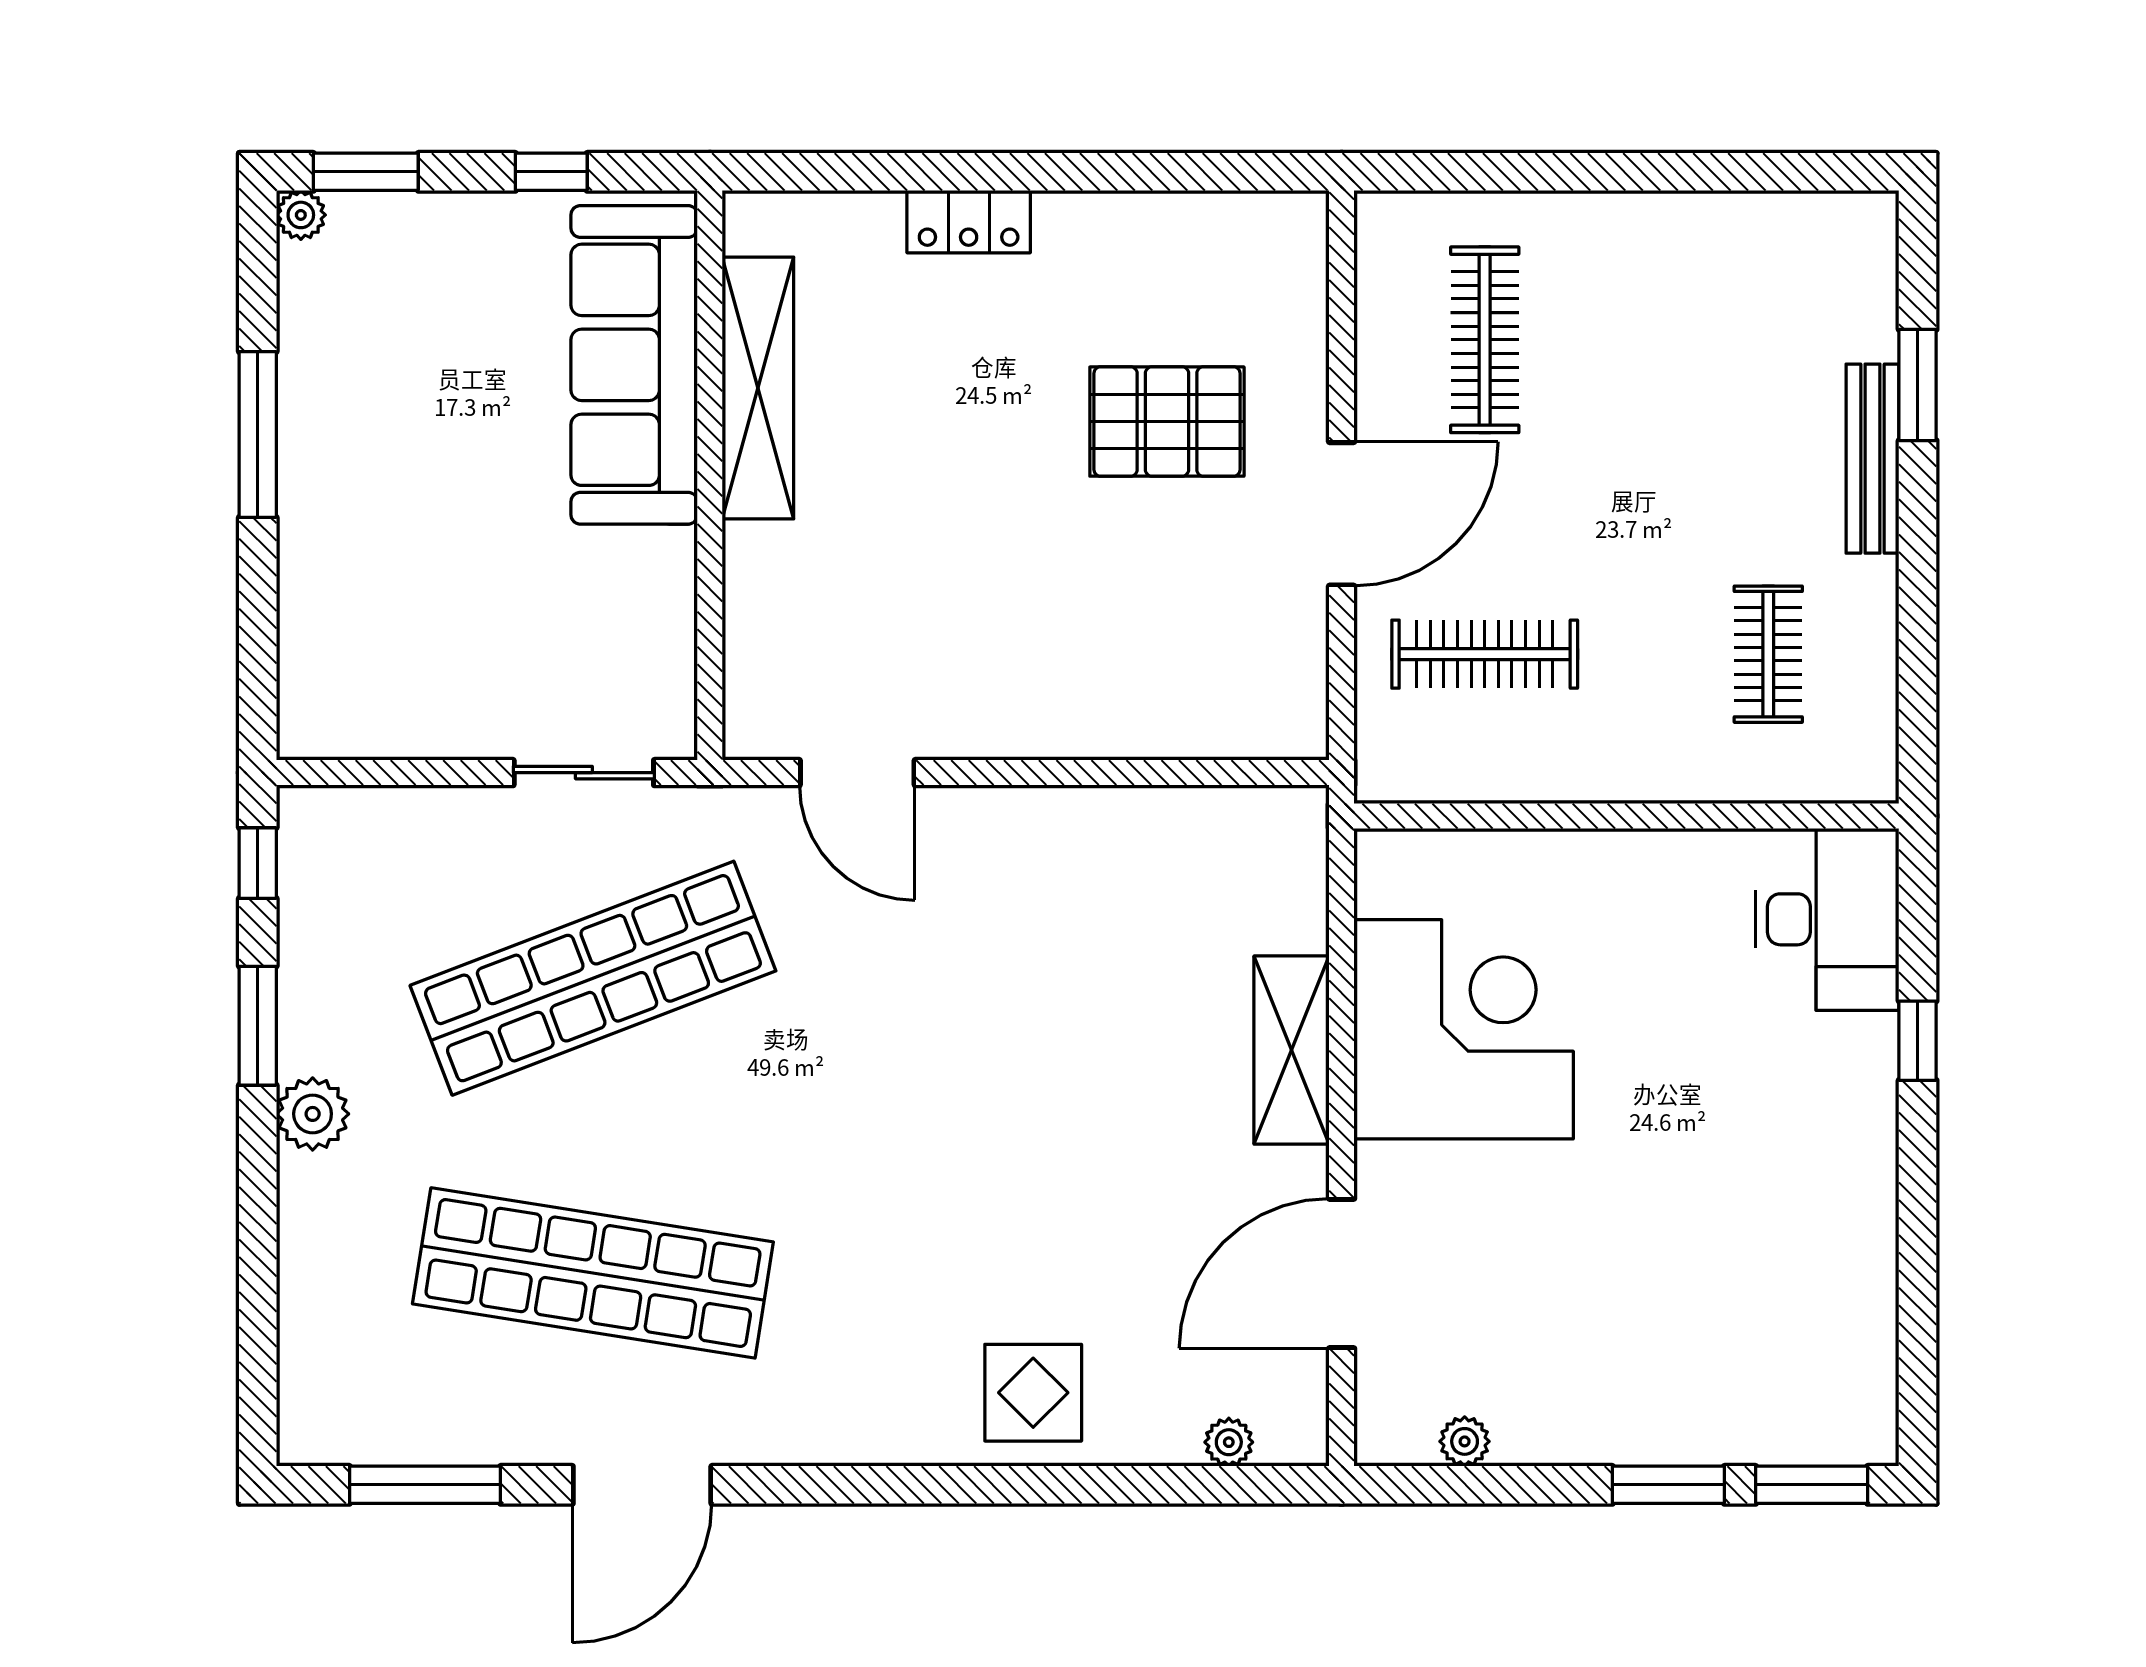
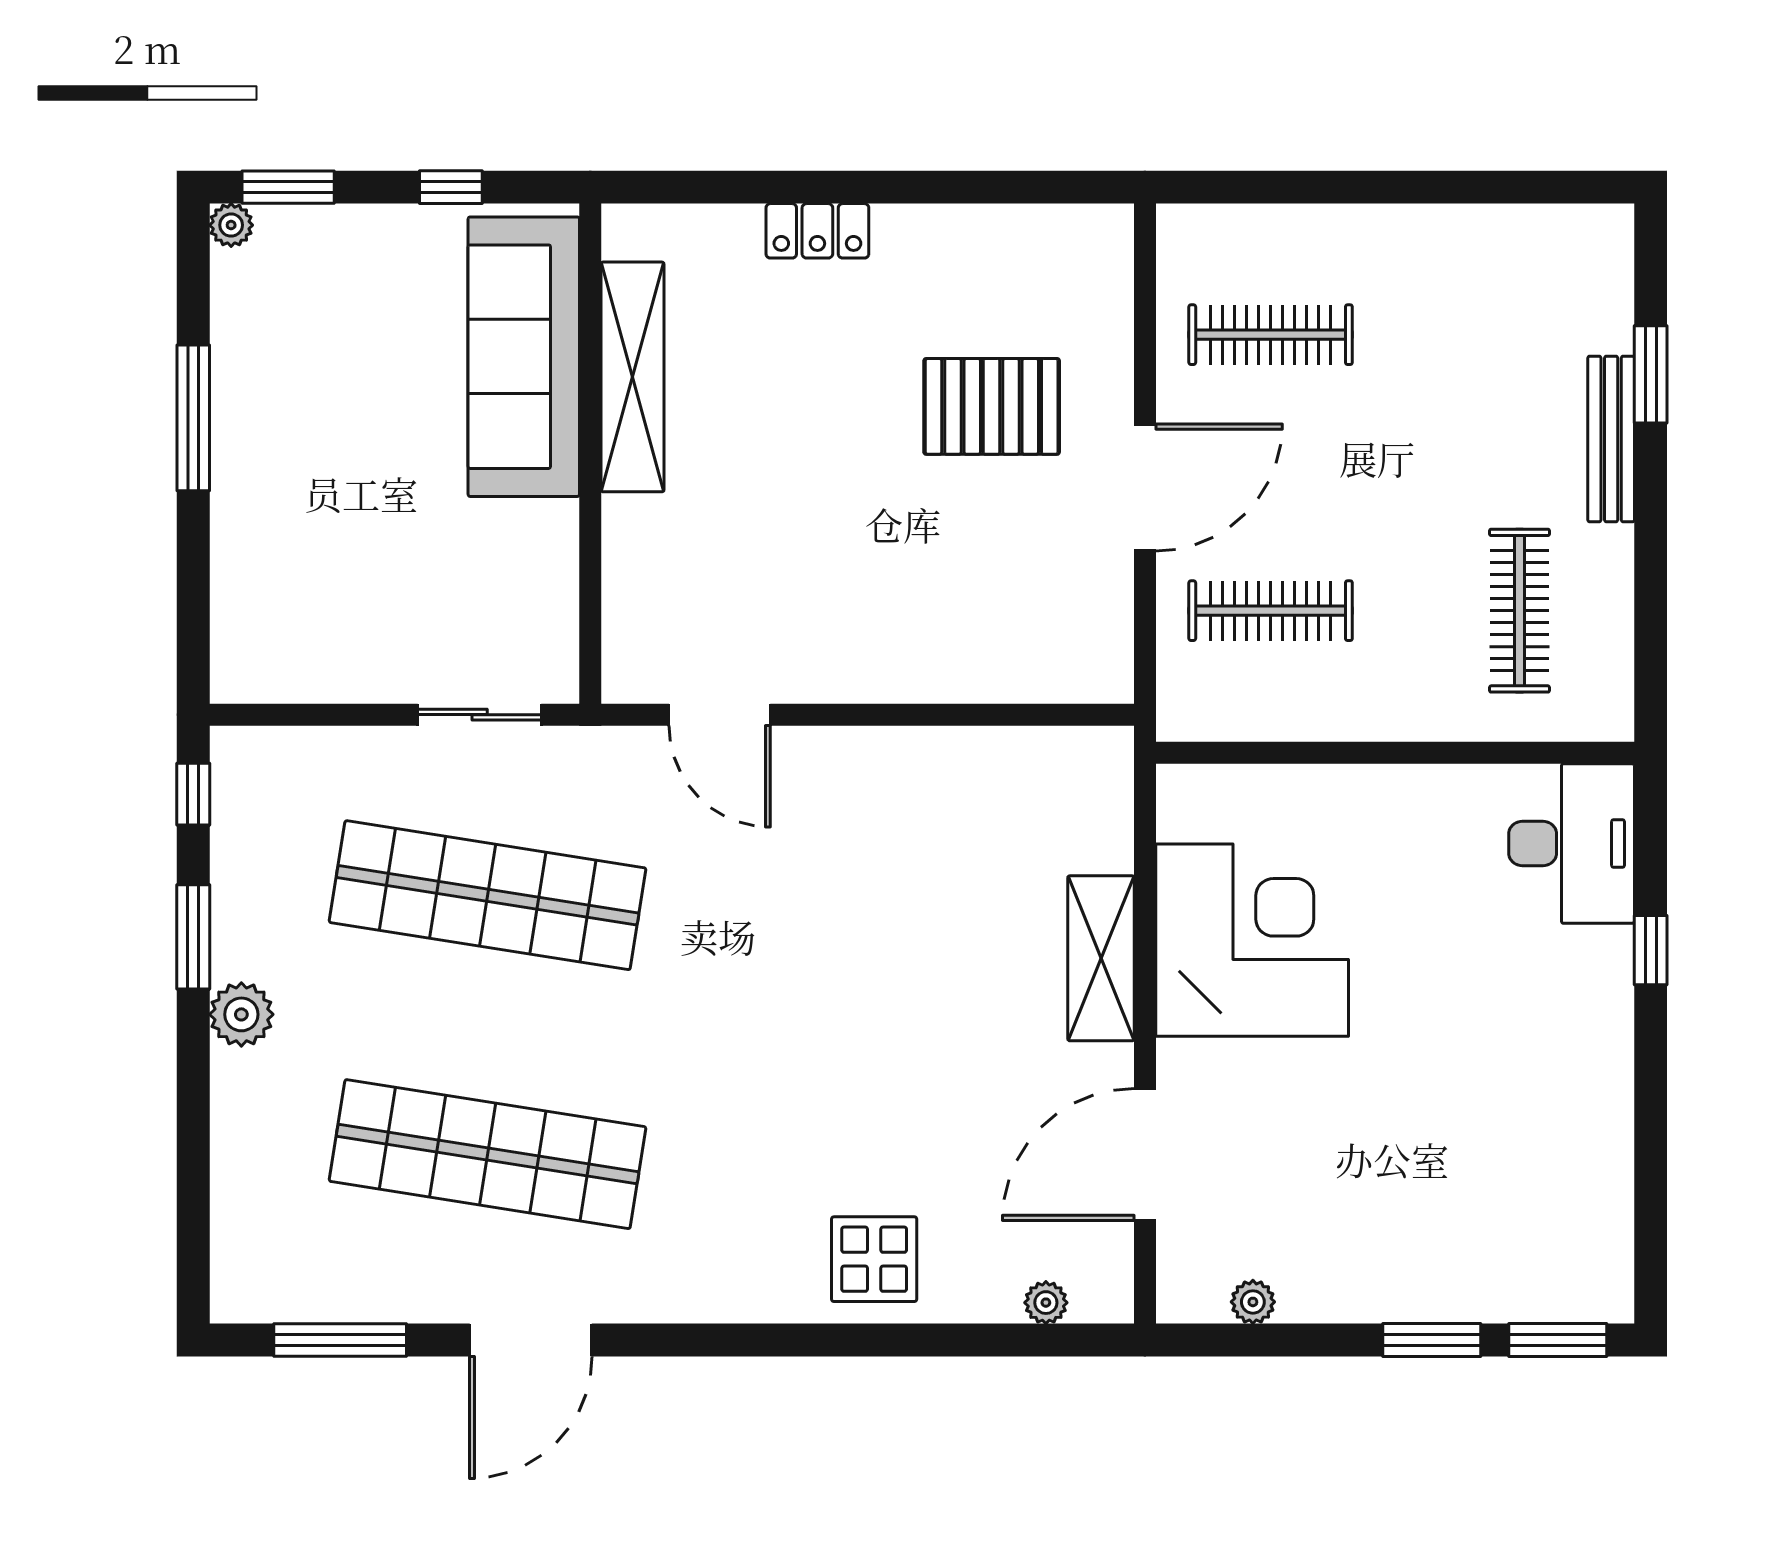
clothes rail: (1485, 340) -> (1271, 335), turned 90
clothes rail: (1768, 654) -> (1520, 611), width x1.36
shop shelf: (593, 978) -> (488, 895), turned 30

